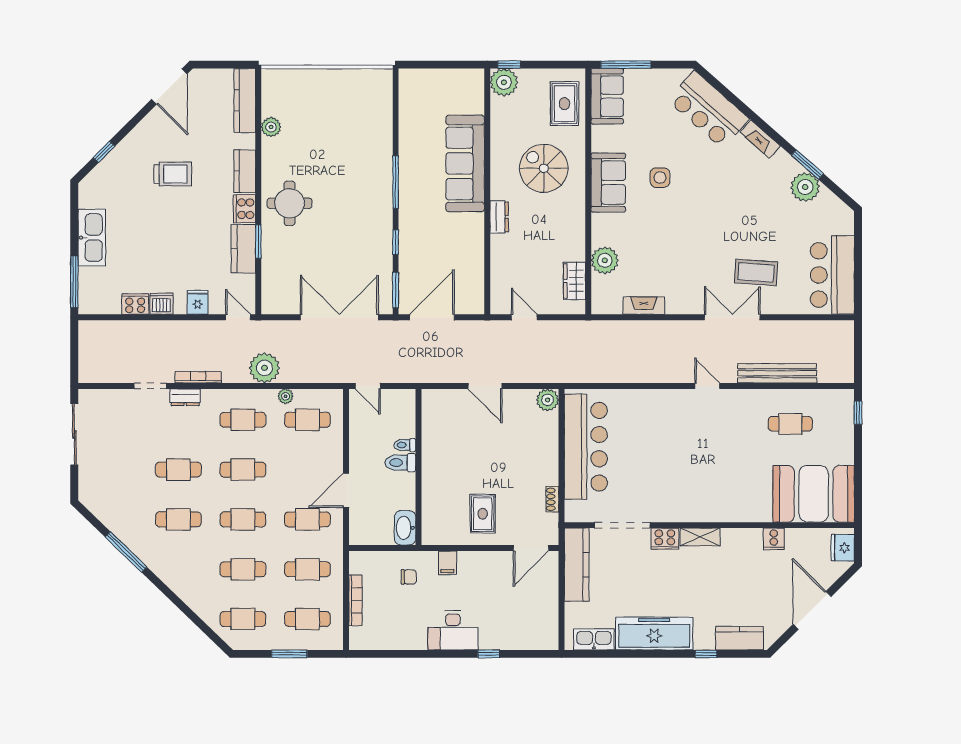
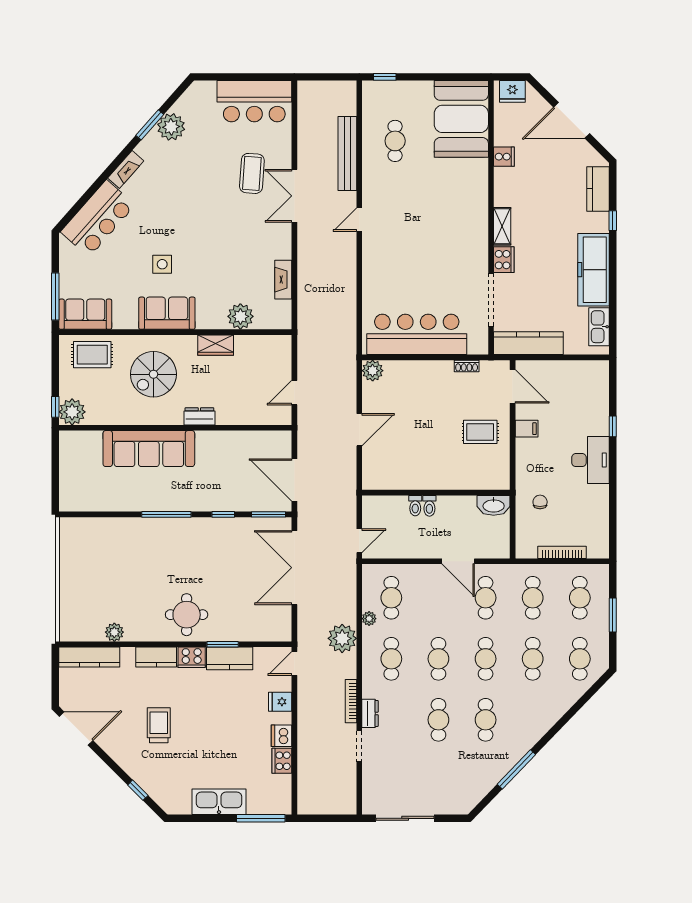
wardrobe: (574, 281) -> (216, 345), moved
toilet: (400, 463) -> (429, 506), width x0.73, depth x0.72
filing cabinet: (447, 563) -> (527, 429), moved

